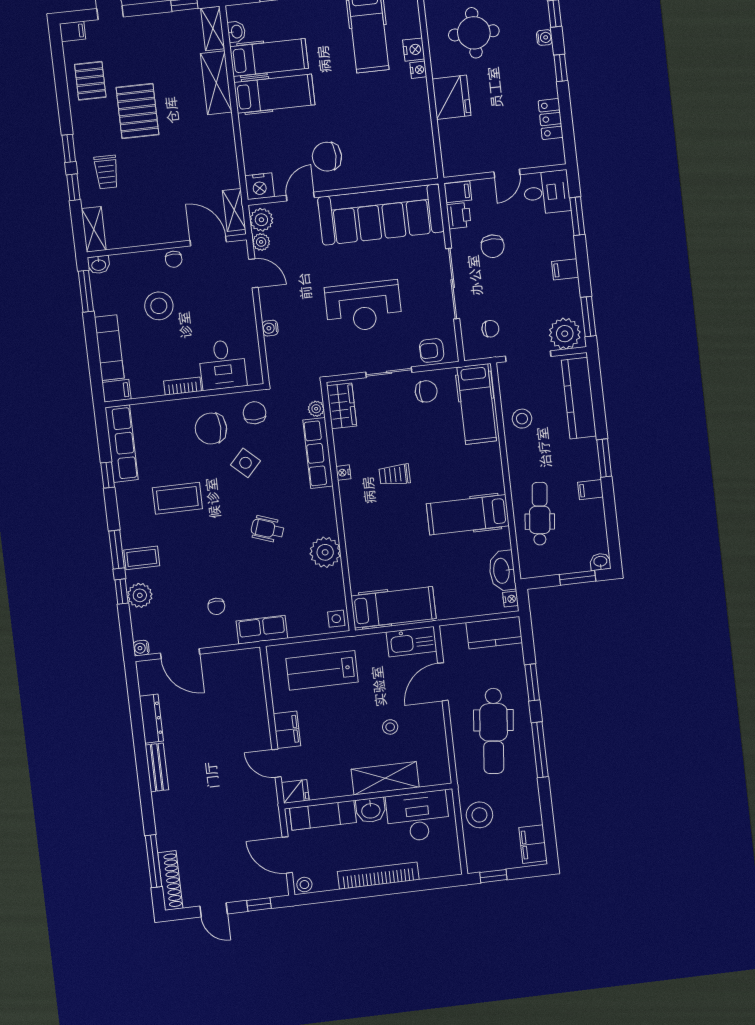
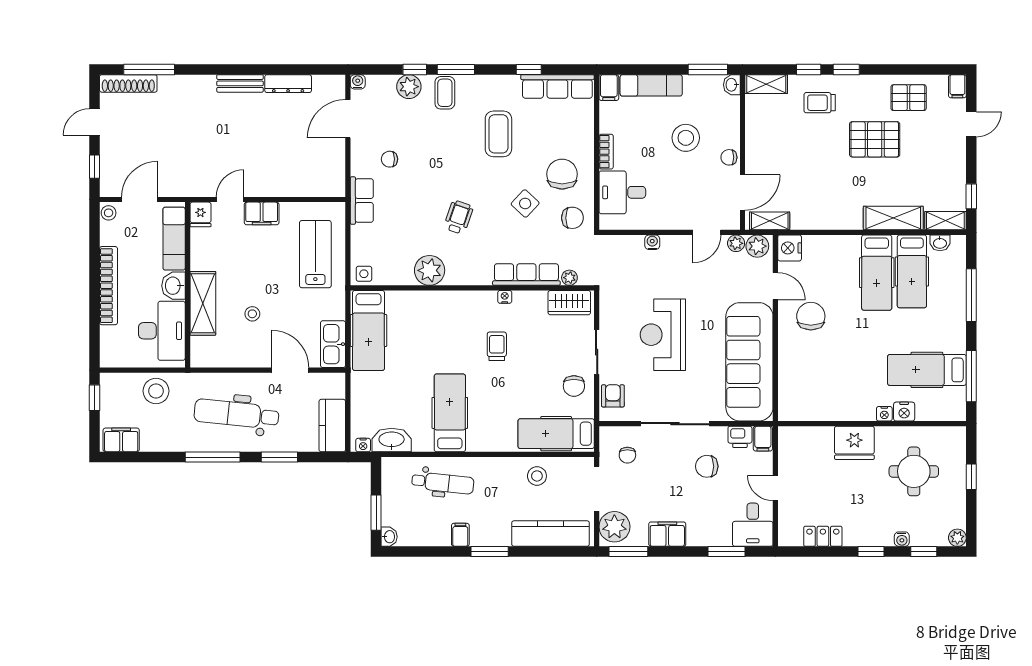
filing cabinet: (565, 269) -> (667, 534), width x2.00

